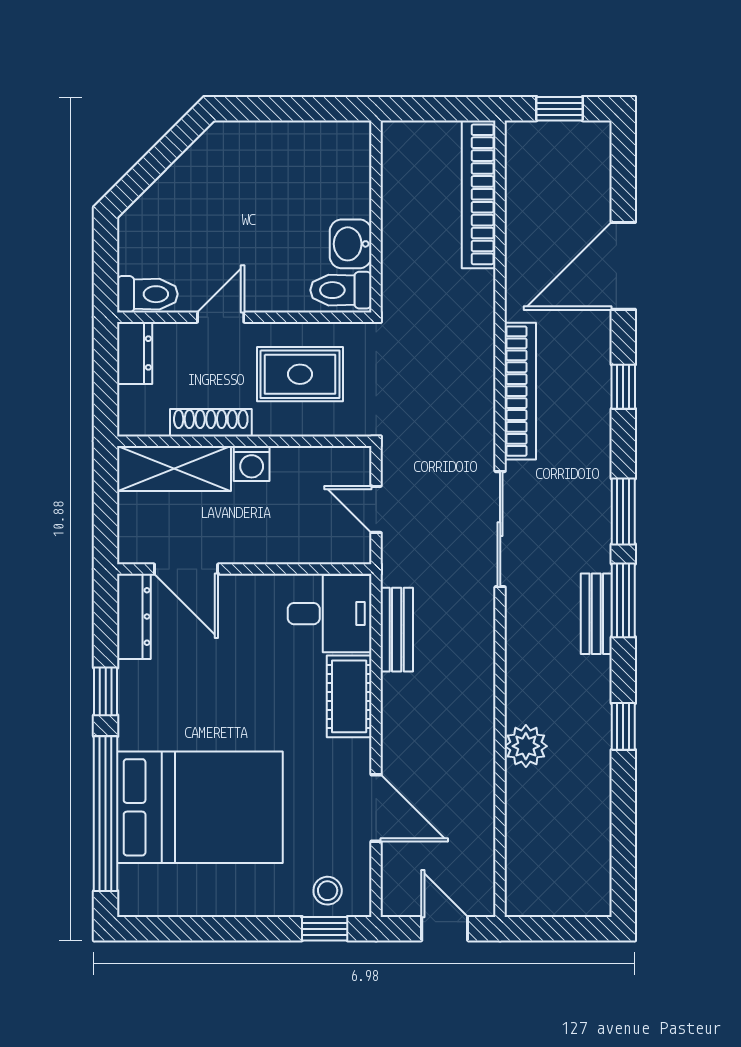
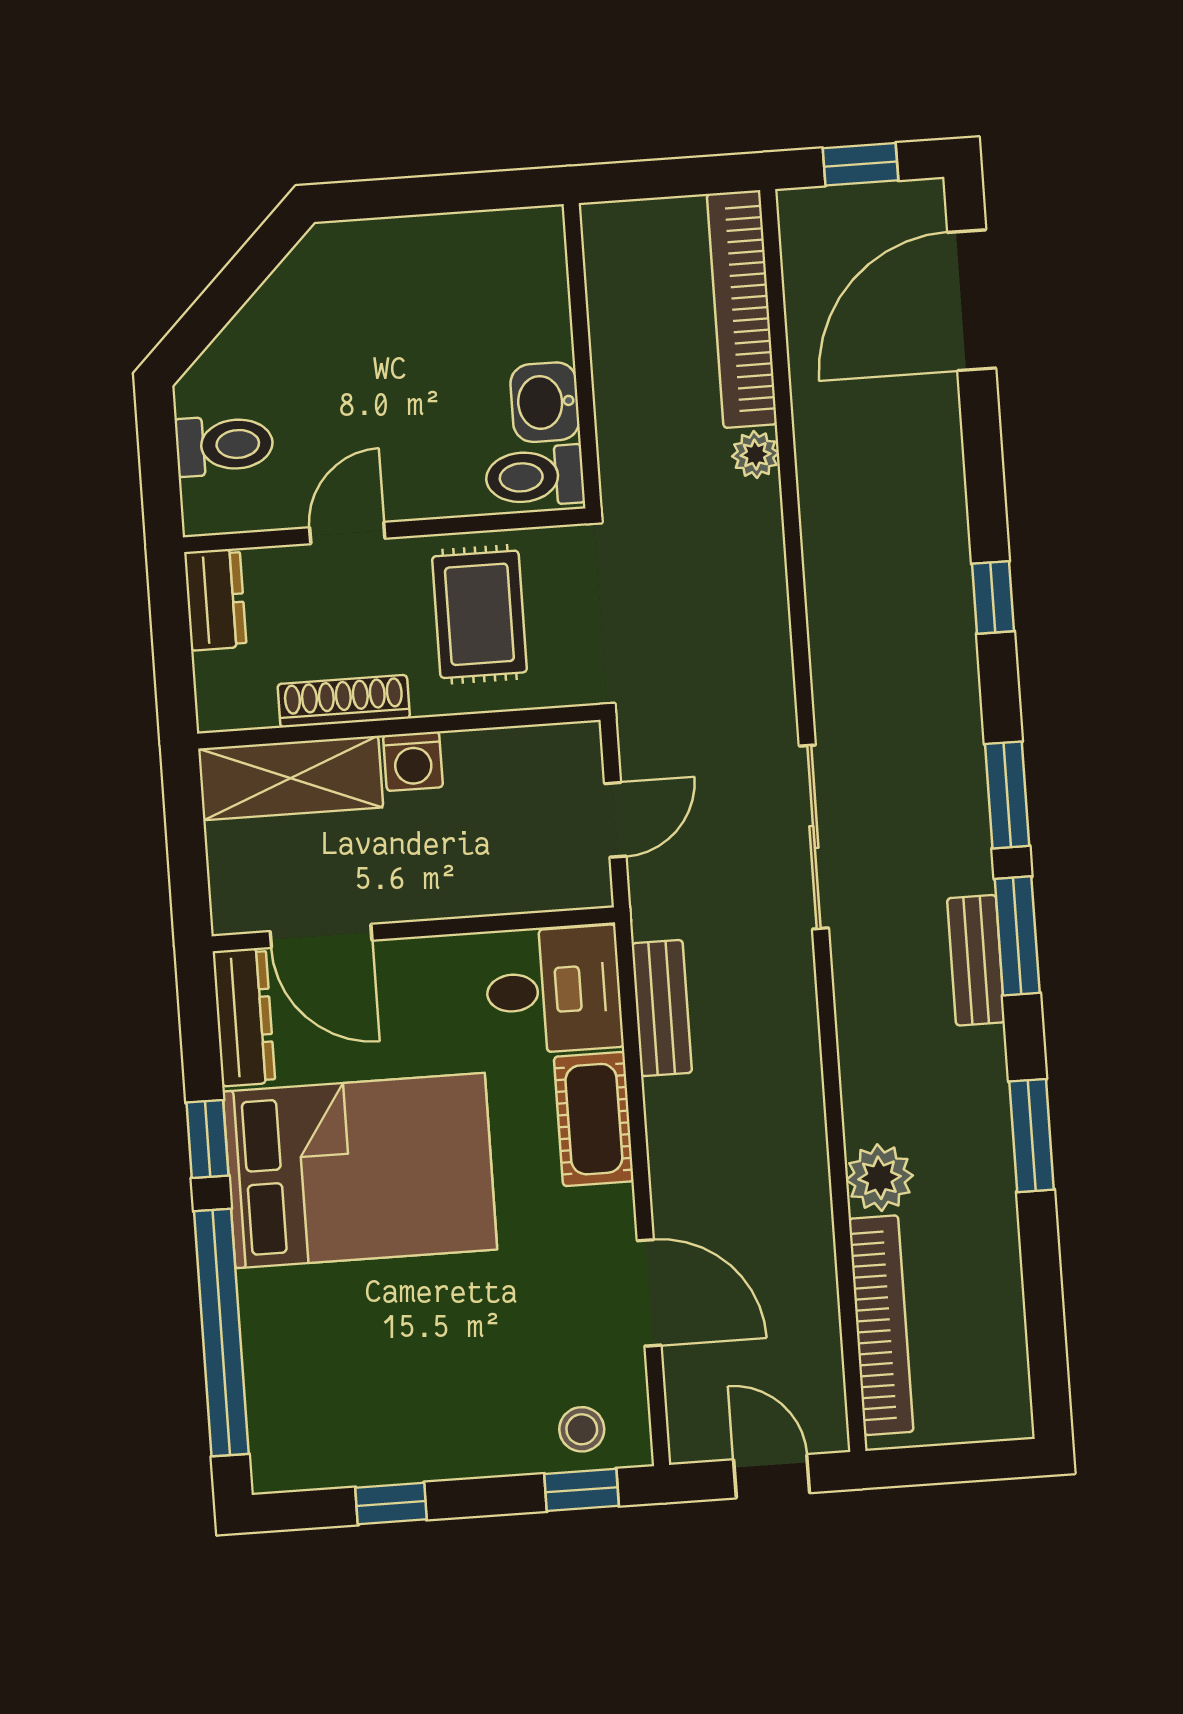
door: (623, 266) -> (972, 300), moved
plant: (480, 286) -> (755, 455), added
toilet: (147, 294) -> (224, 445), moved
rug: (300, 374) -> (479, 614), turned 90
bookcase: (520, 391) -> (881, 1325), moved
door: (376, 509) -> (615, 820), swing flipped
window: (623, 726) -> (1032, 1136), width x1.50
bed: (200, 807) -> (360, 1171), moved
window: (204, 929) -> (391, 1504), added

